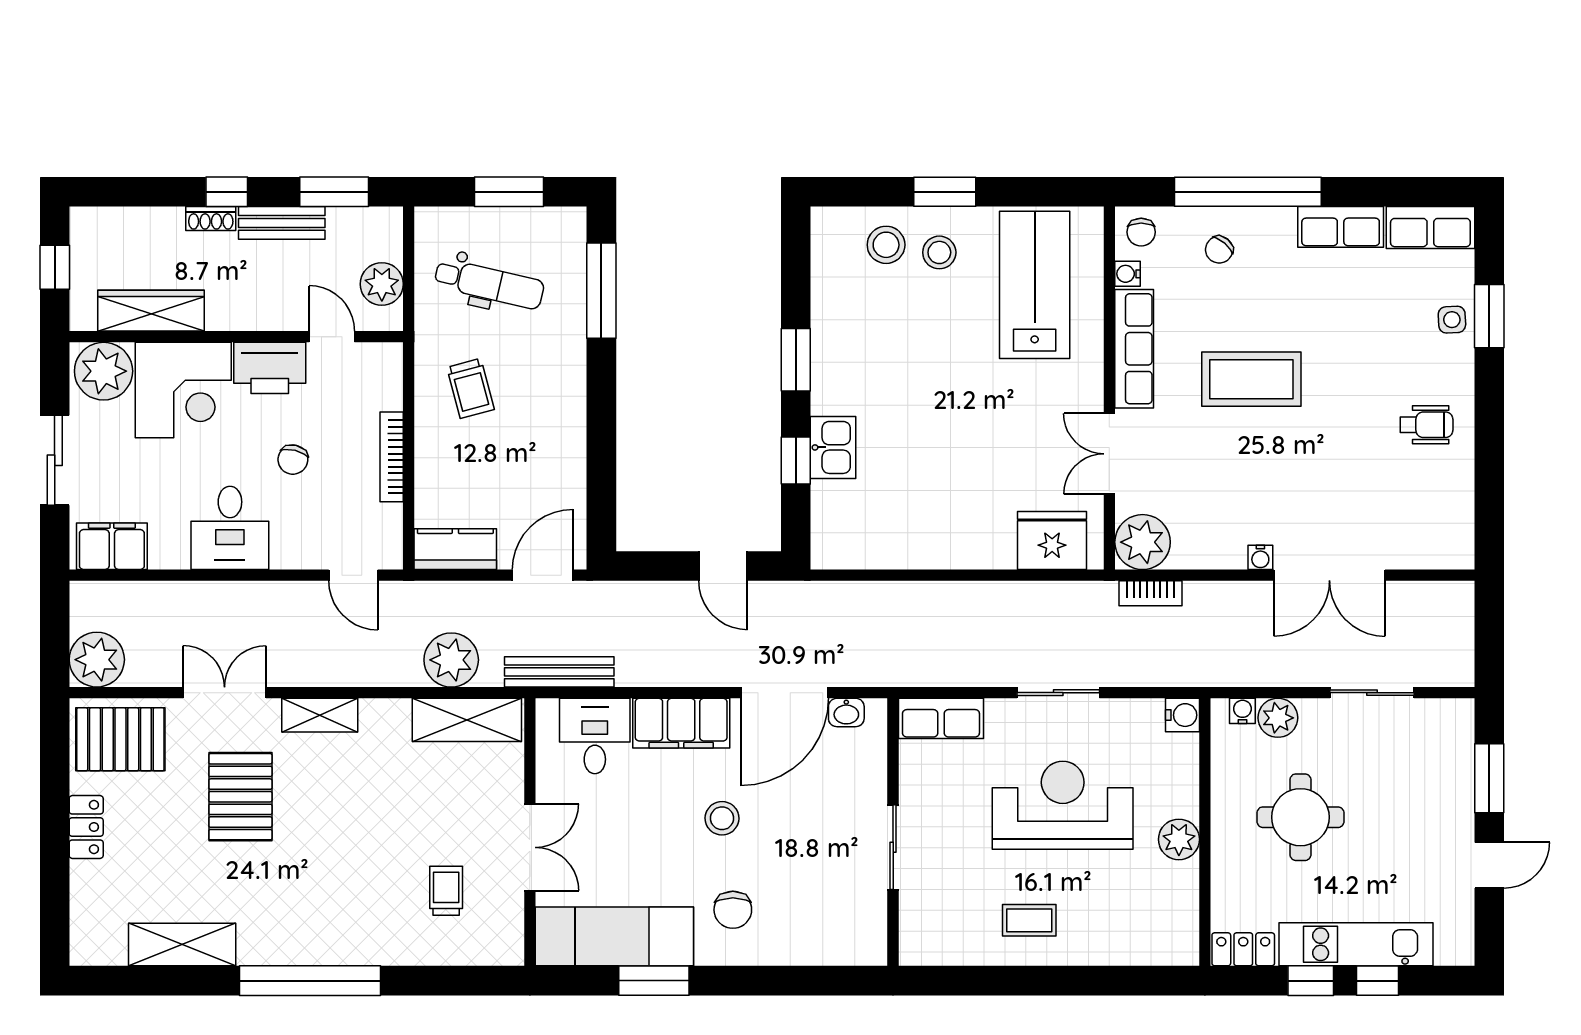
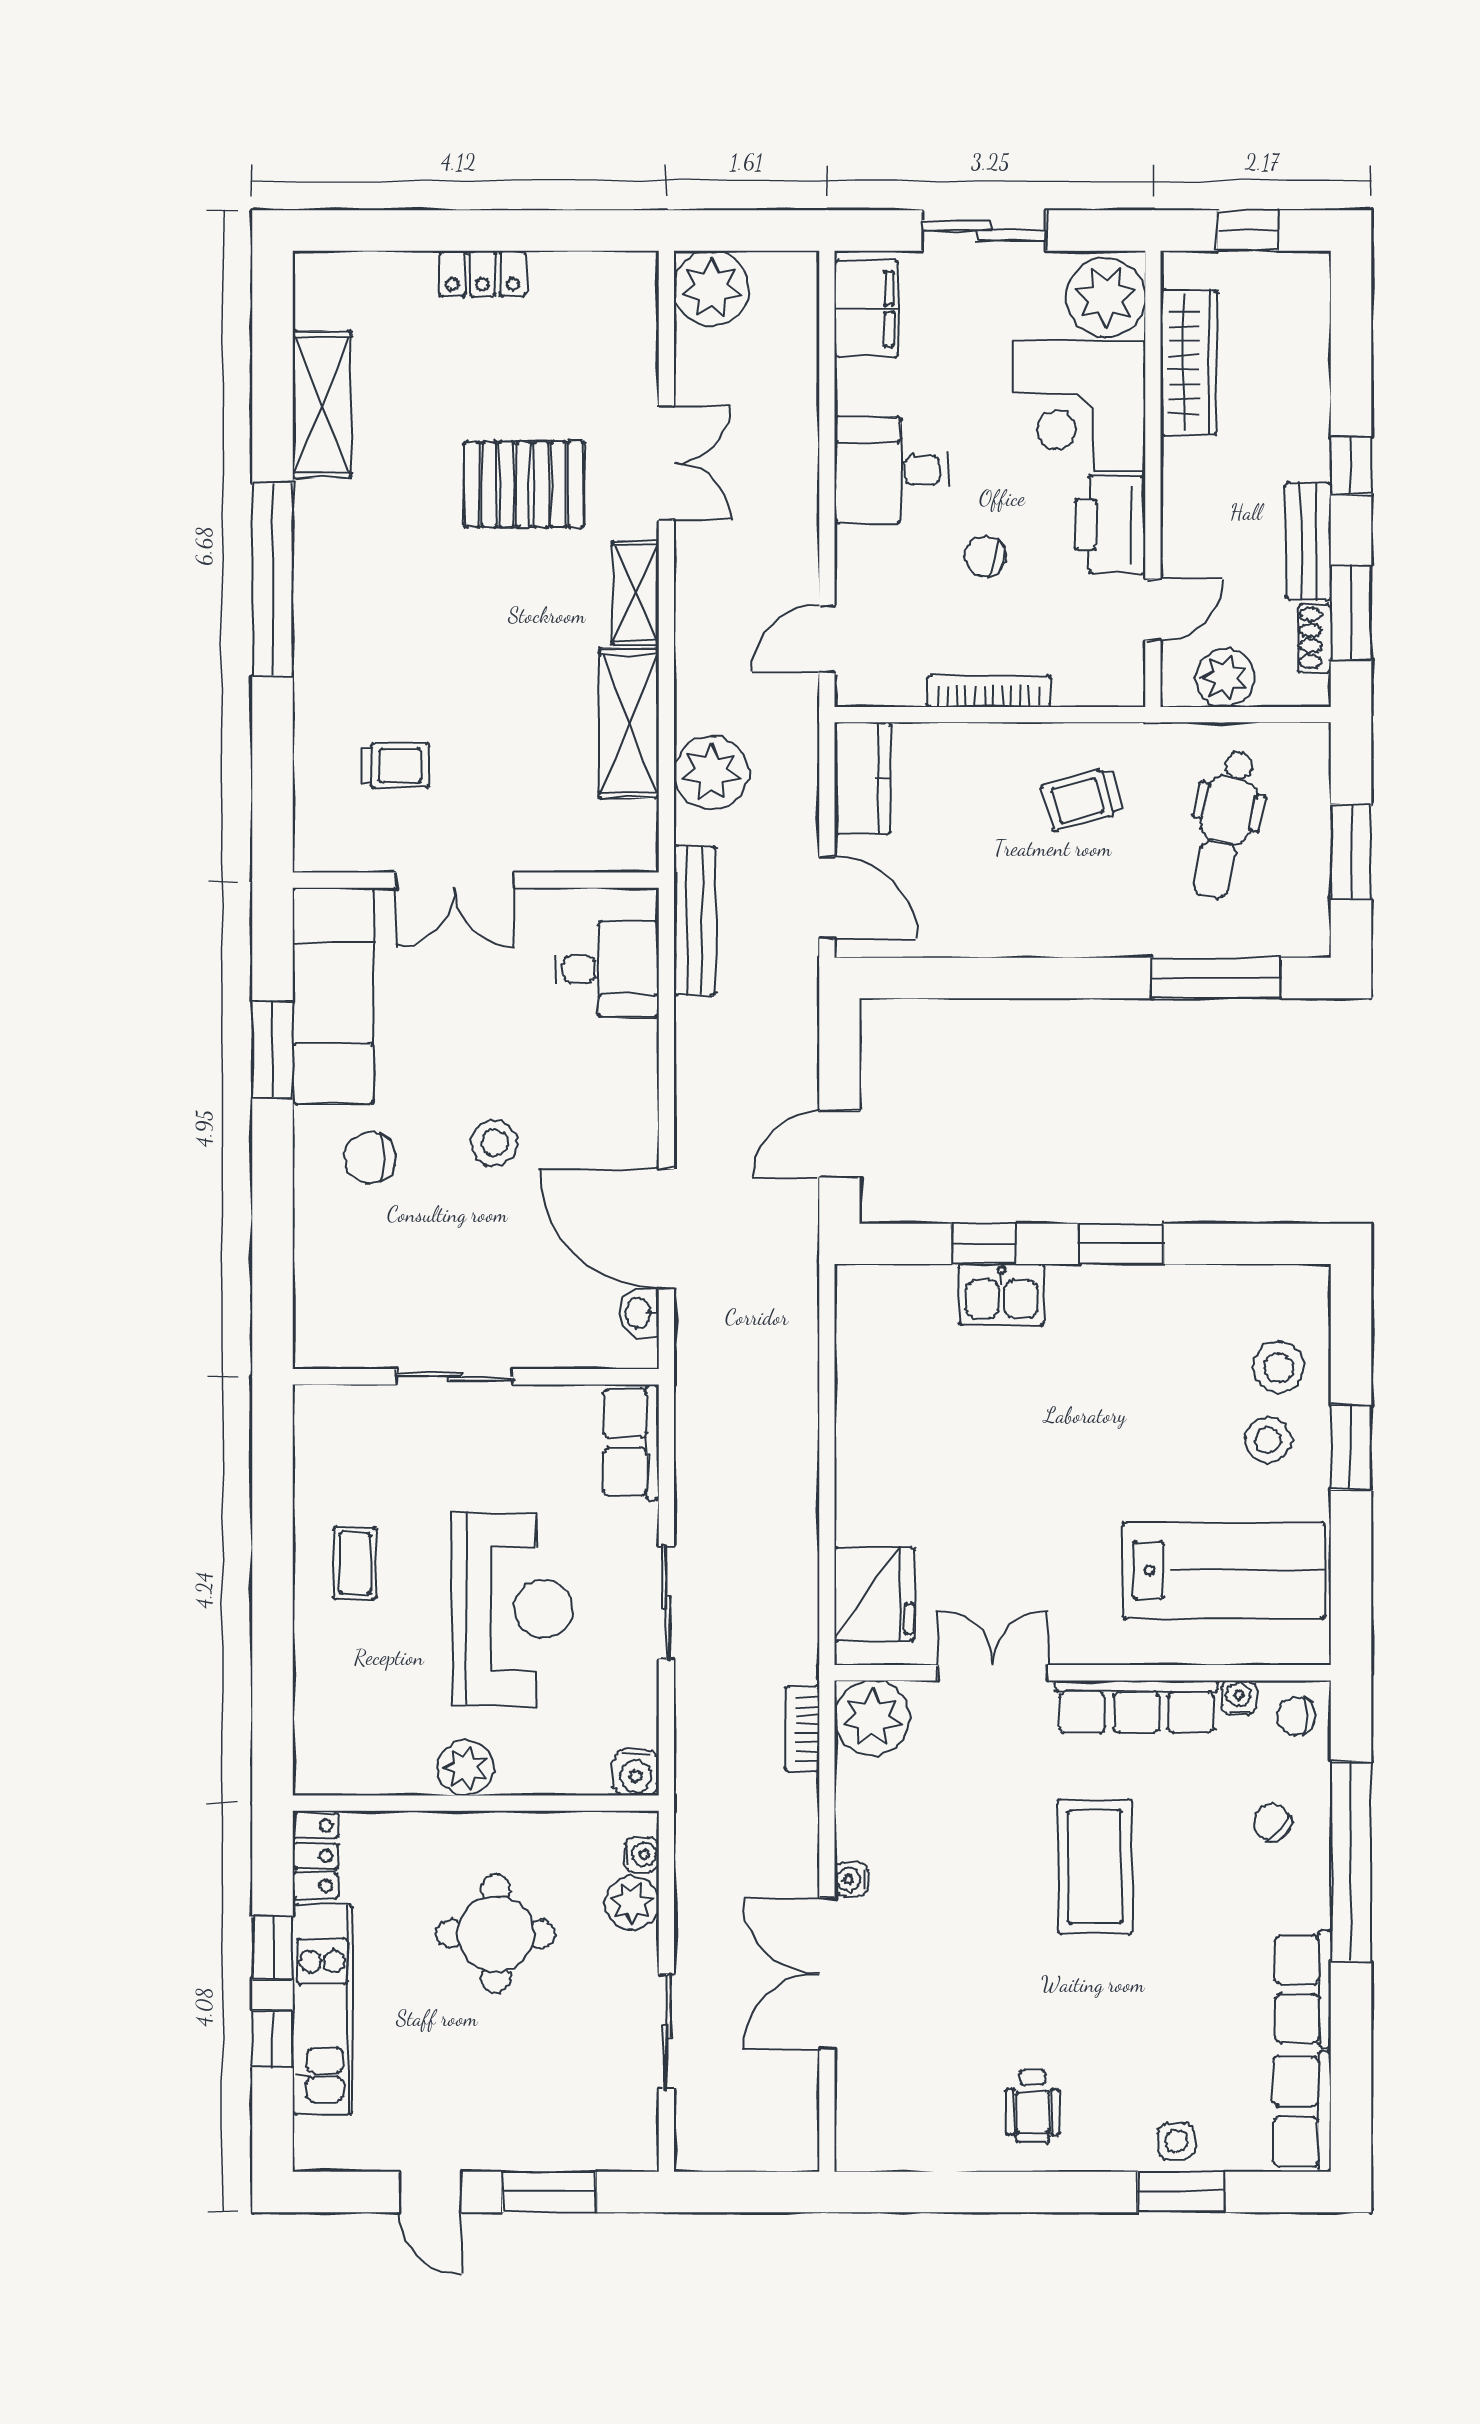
shoe rack: (211, 219) -> (1314, 638), moved
shelving: (467, 720) -> (629, 723), moved
filing cabinet: (681, 723) -> (625, 1087), removed
pallet: (120, 739) -> (602, 320), removed

